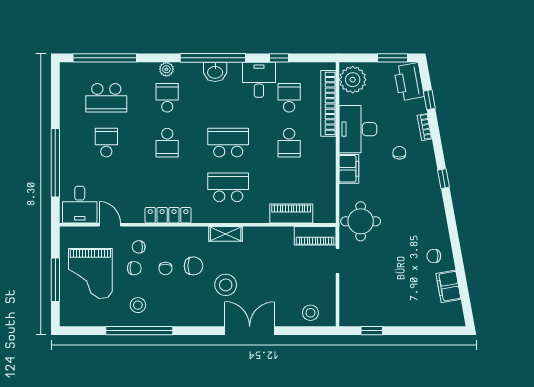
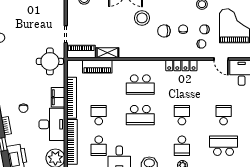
school desk: (106, 143) -> (224, 115), turned 180
bookcase: (329, 168) -> (72, 98), added
shelving: (226, 234) -> (107, 53), moved

